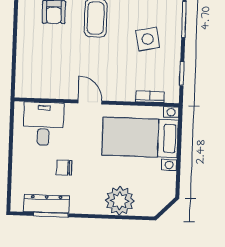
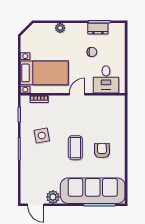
door: (90, 102) -> (77, 94), swing flipped
plant: (120, 201) -> (60, 28), width x0.53, depth x0.53
dresser: (46, 204) -> (98, 29), width x0.70

